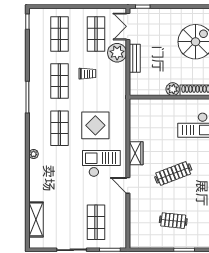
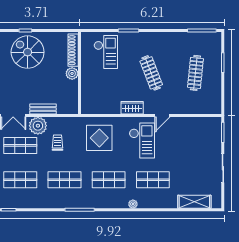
trolley: (87, 74) -> (57, 143), moved
display table: (95, 125) -> (99, 138), moved
checkout: (101, 164) -> (142, 140), turned 180
clothes rail: (173, 221) -> (195, 73), width x1.36
shop shelf: (96, 222) -> (153, 180), moved

